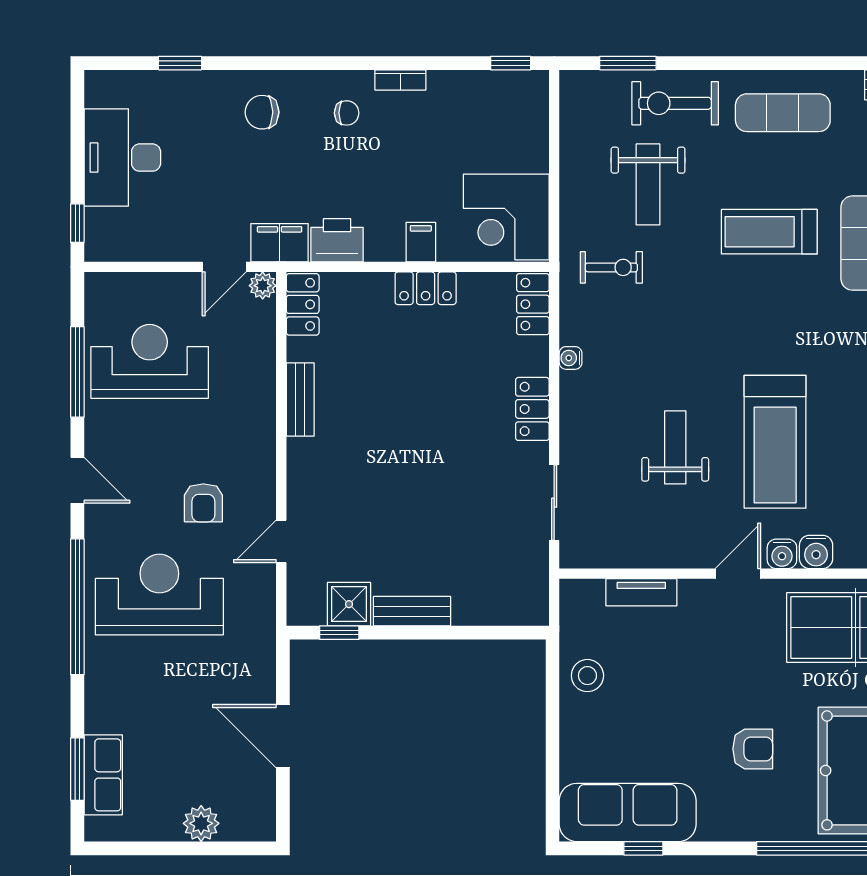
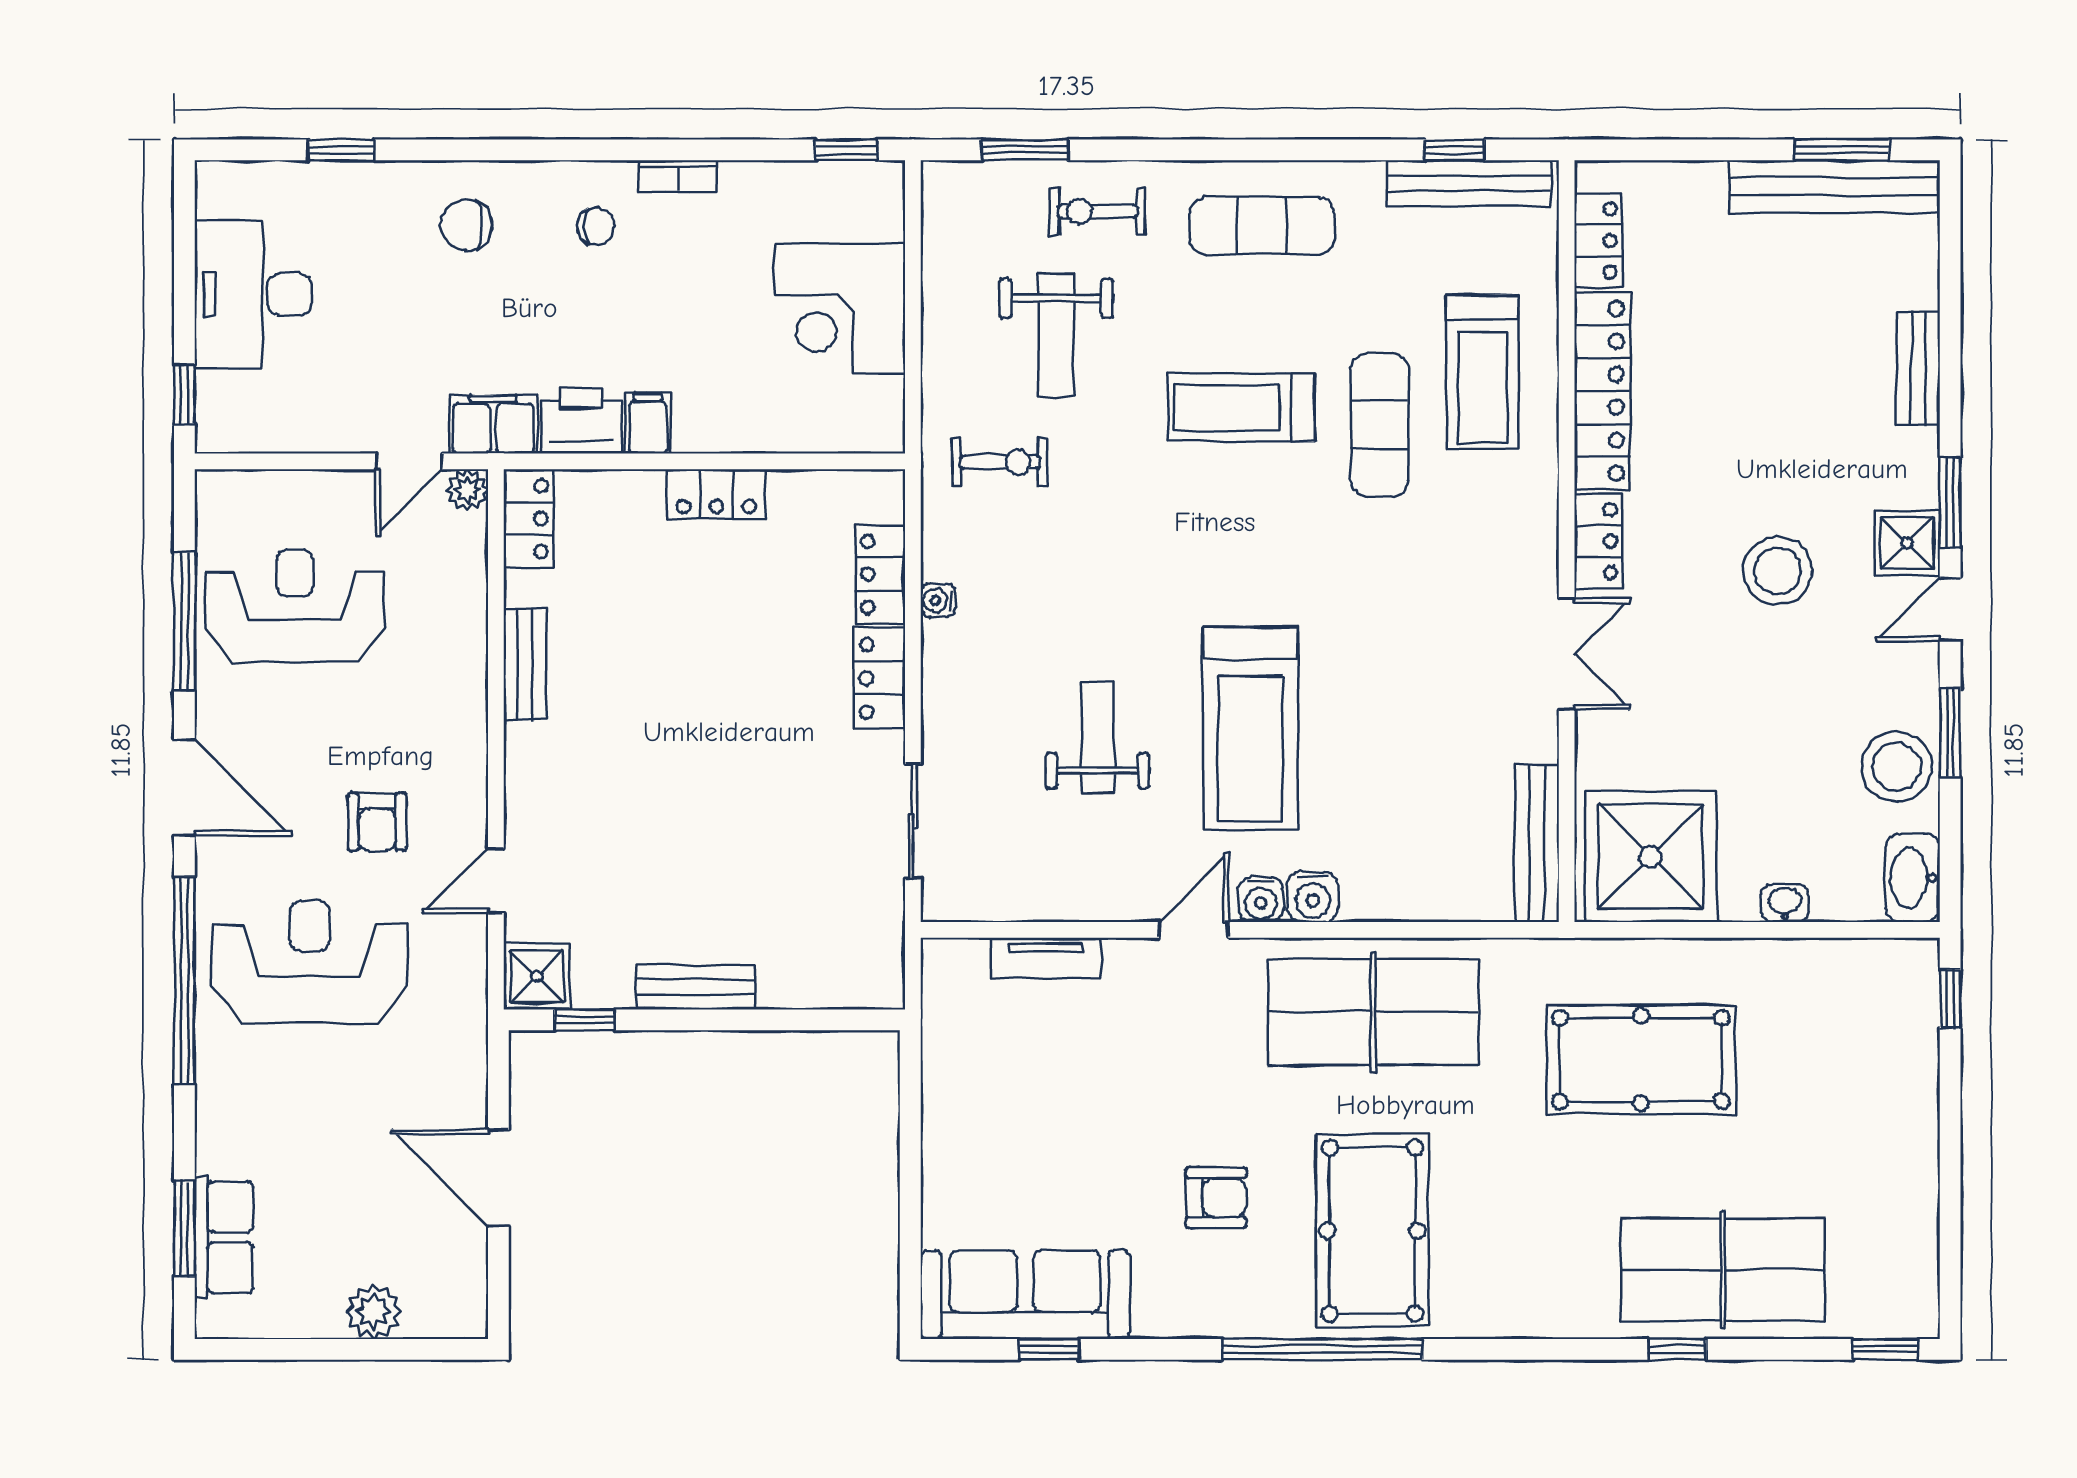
exercise bike: (675, 103) -> (1097, 211), width x0.73, depth x0.72
corner desk: (506, 217) -> (840, 308), moved
filing cabinet: (421, 242) -> (648, 423), moved
locker: (533, 304) -> (880, 574), moved
door: (77, 480) -> (184, 787), width x1.38
shower: (349, 604) -> (537, 976), moved
stool: (587, 676) -> (964, 1086), removed

